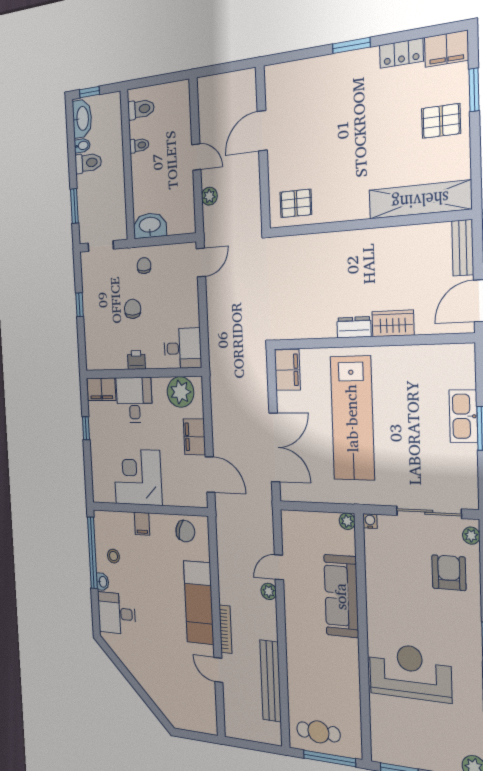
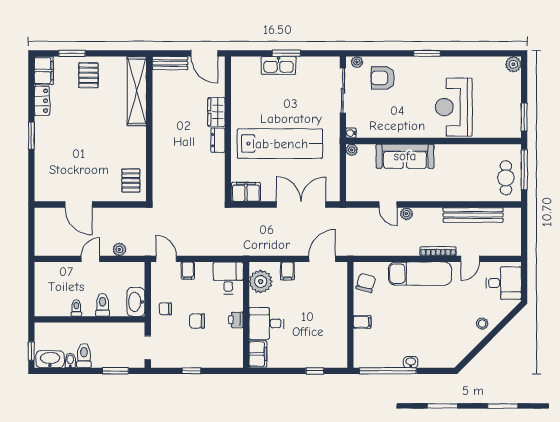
toilet: (141, 109) -> (103, 305), moved
filing cabinet: (189, 293) -> (188, 271), added
window: (86, 428) -> (315, 371), moved
filing cabinet: (194, 437) -> (287, 271), width x0.50
corner desk: (138, 477) -> (326, 324), removed
stool: (113, 556) -> (482, 324), moved
desk: (117, 613) -> (504, 283), moved, turned -90

